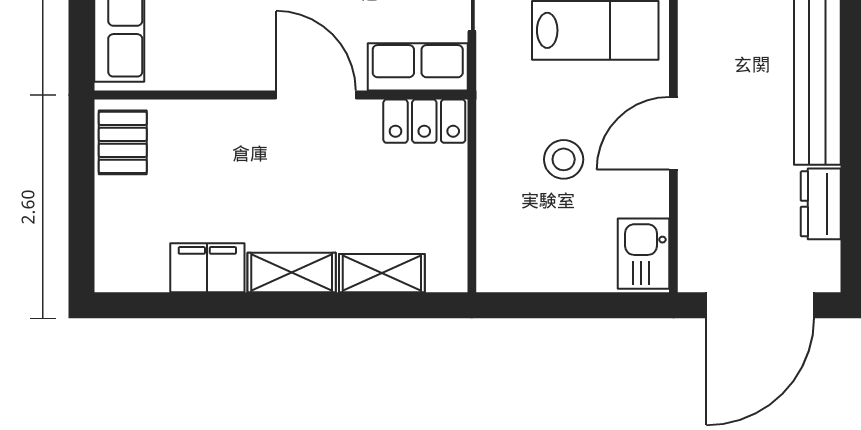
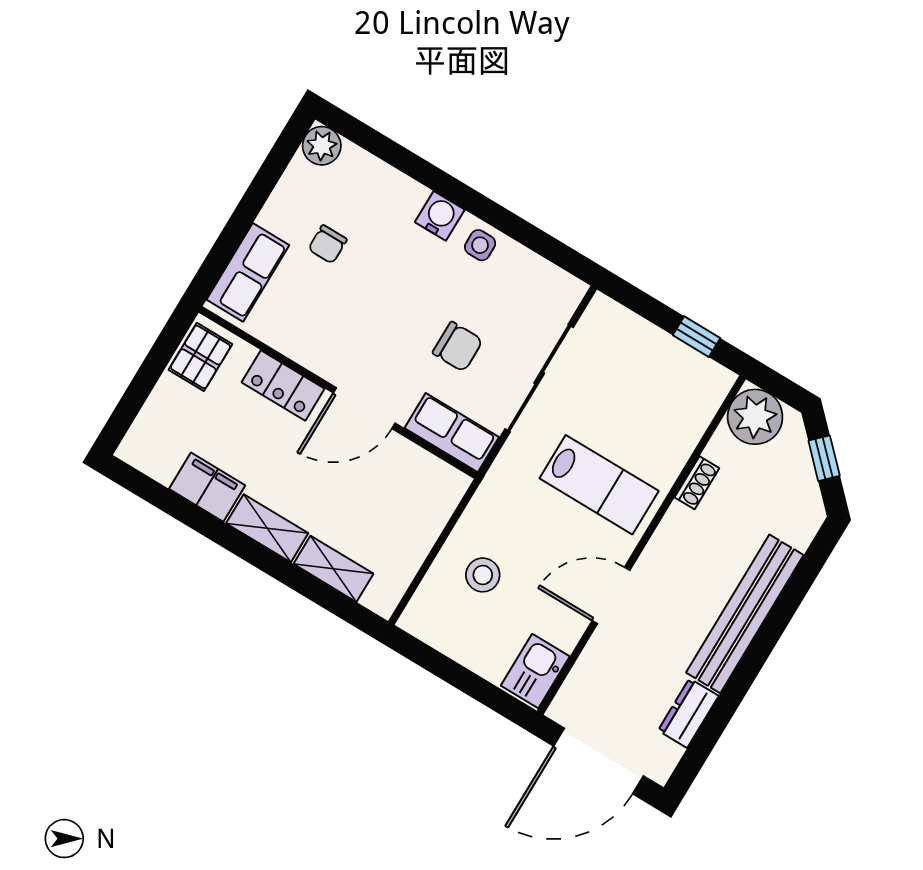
door: (316, 95) -> (364, 408), swing flipped
locker: (424, 121) -> (283, 385), moved
stool: (564, 159) -> (483, 575), moved

